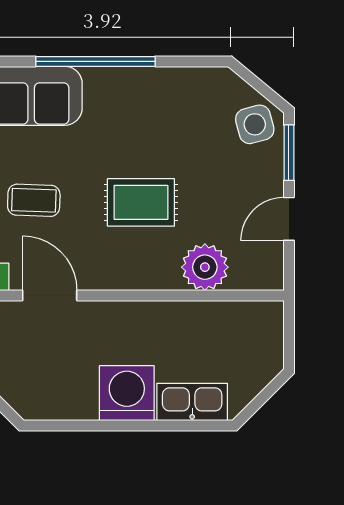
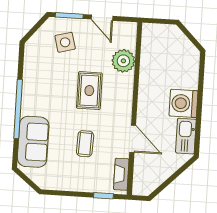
side table: (255, 124) -> (65, 42), moved
door: (50, 295) -> (133, 139), swing flipped
kitchen sink: (192, 402) -> (186, 136), moved

